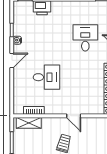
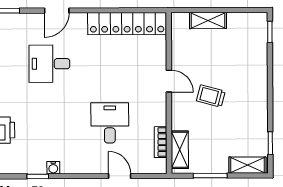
door: (12, 60) -> (120, 176), moved
door: (74, 116) -> (169, 81), hinge flipped

